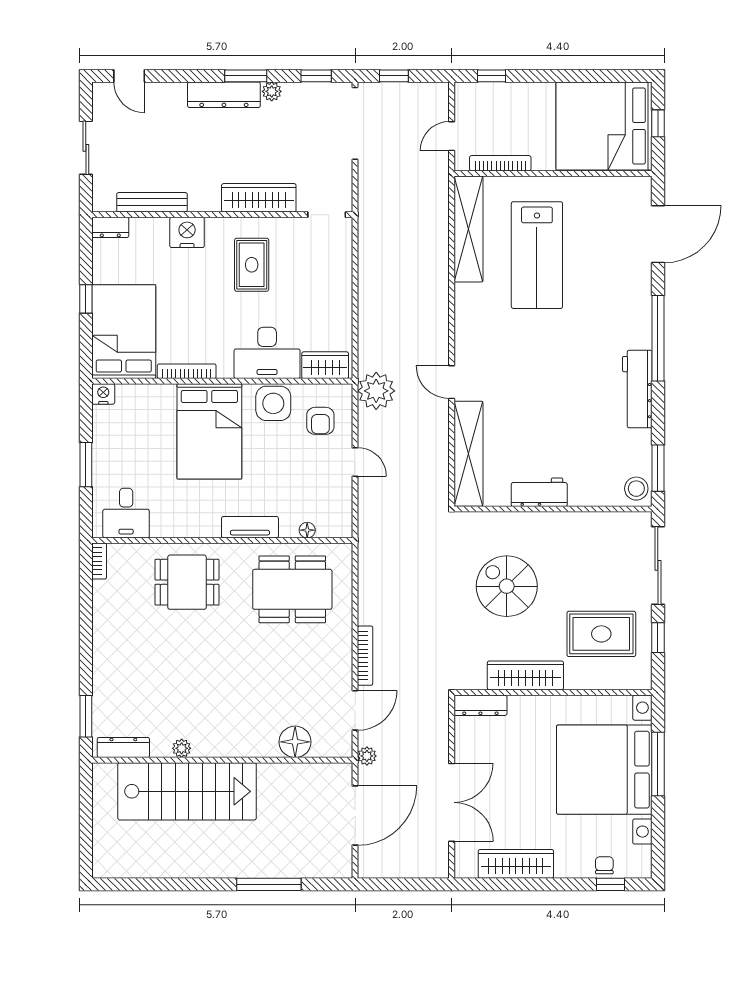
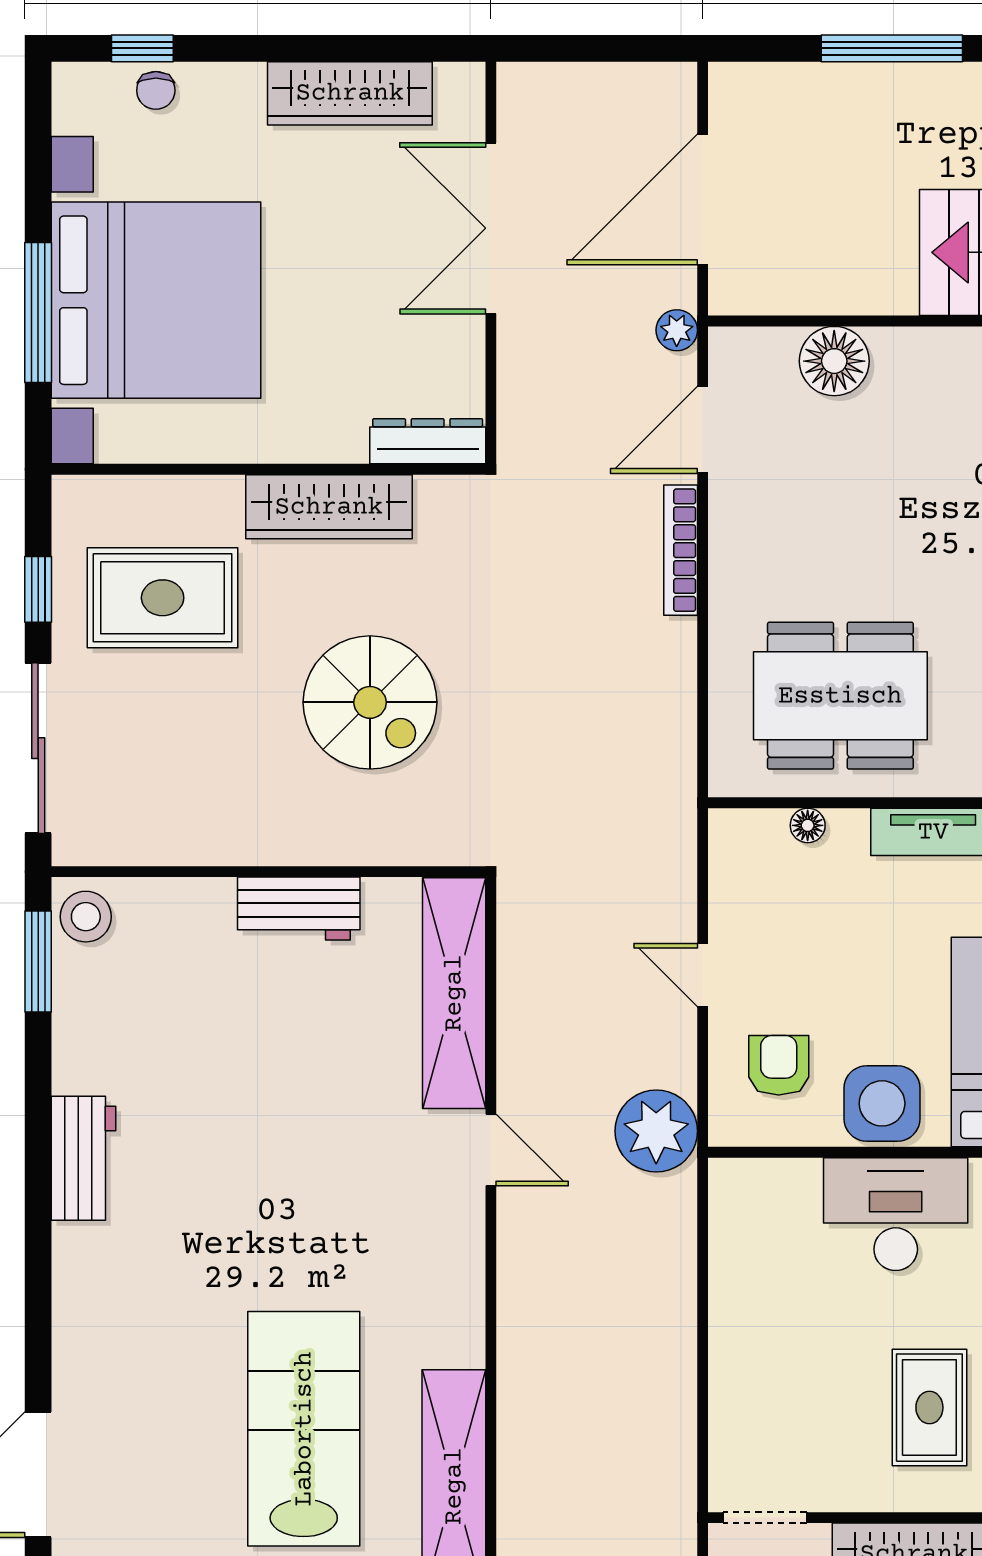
window: (658, 338) -> (38, 1246), removed
wardrobe: (325, 365) -> (768, 1187), removed
workbench: (637, 389) -> (83, 1158), width x0.73

